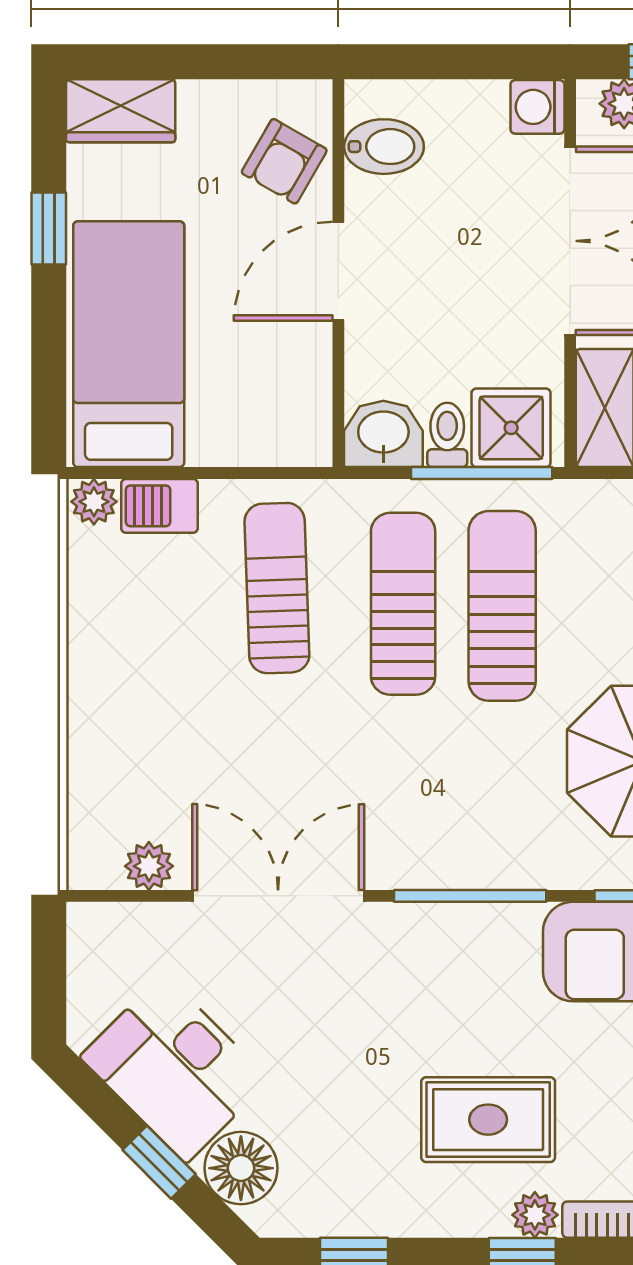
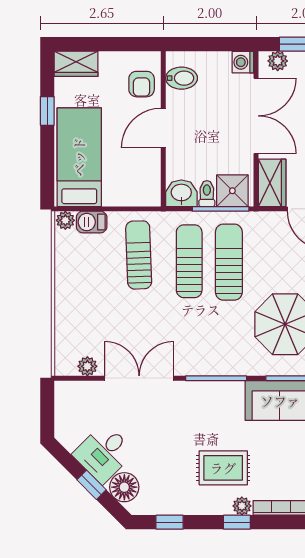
armchair: (284, 161) -> (142, 84), turned -30
desk: (175, 1068) -> (104, 453), width x0.73

